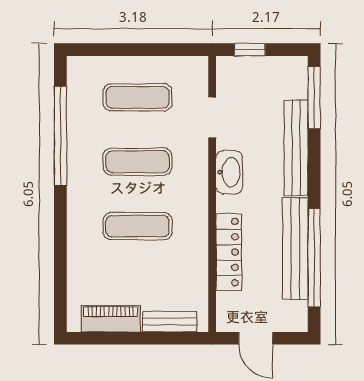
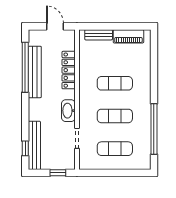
window: (314, 98) -> (25, 148), width x0.46
bench: (296, 148) -> (34, 145), moved

